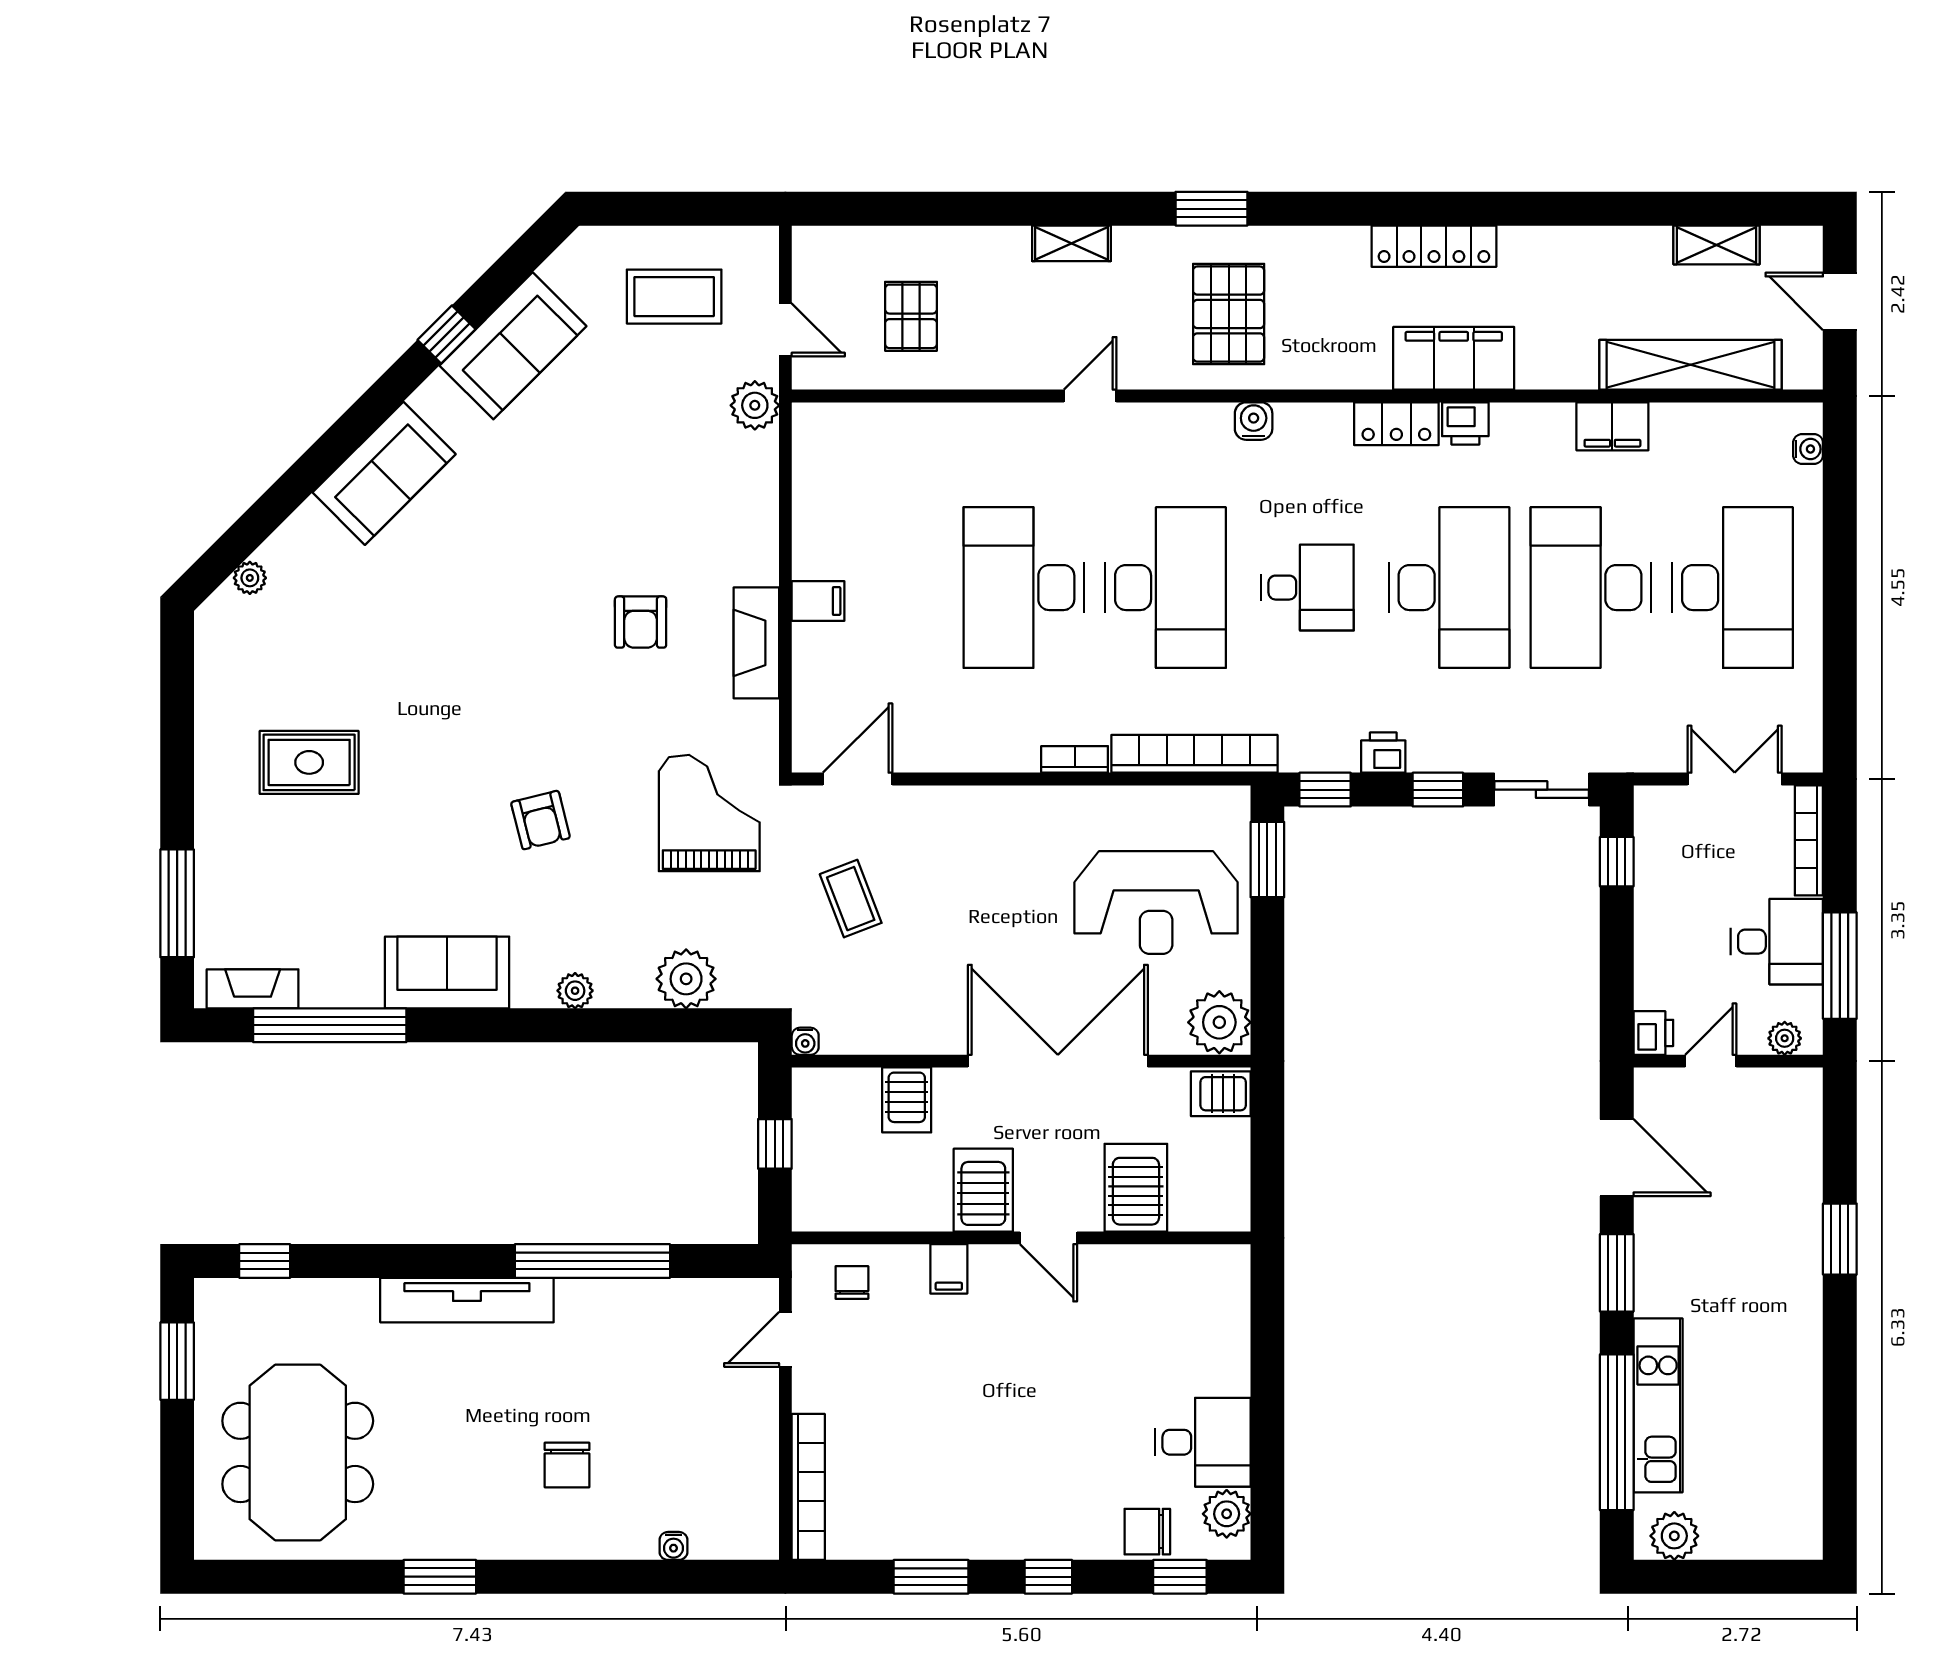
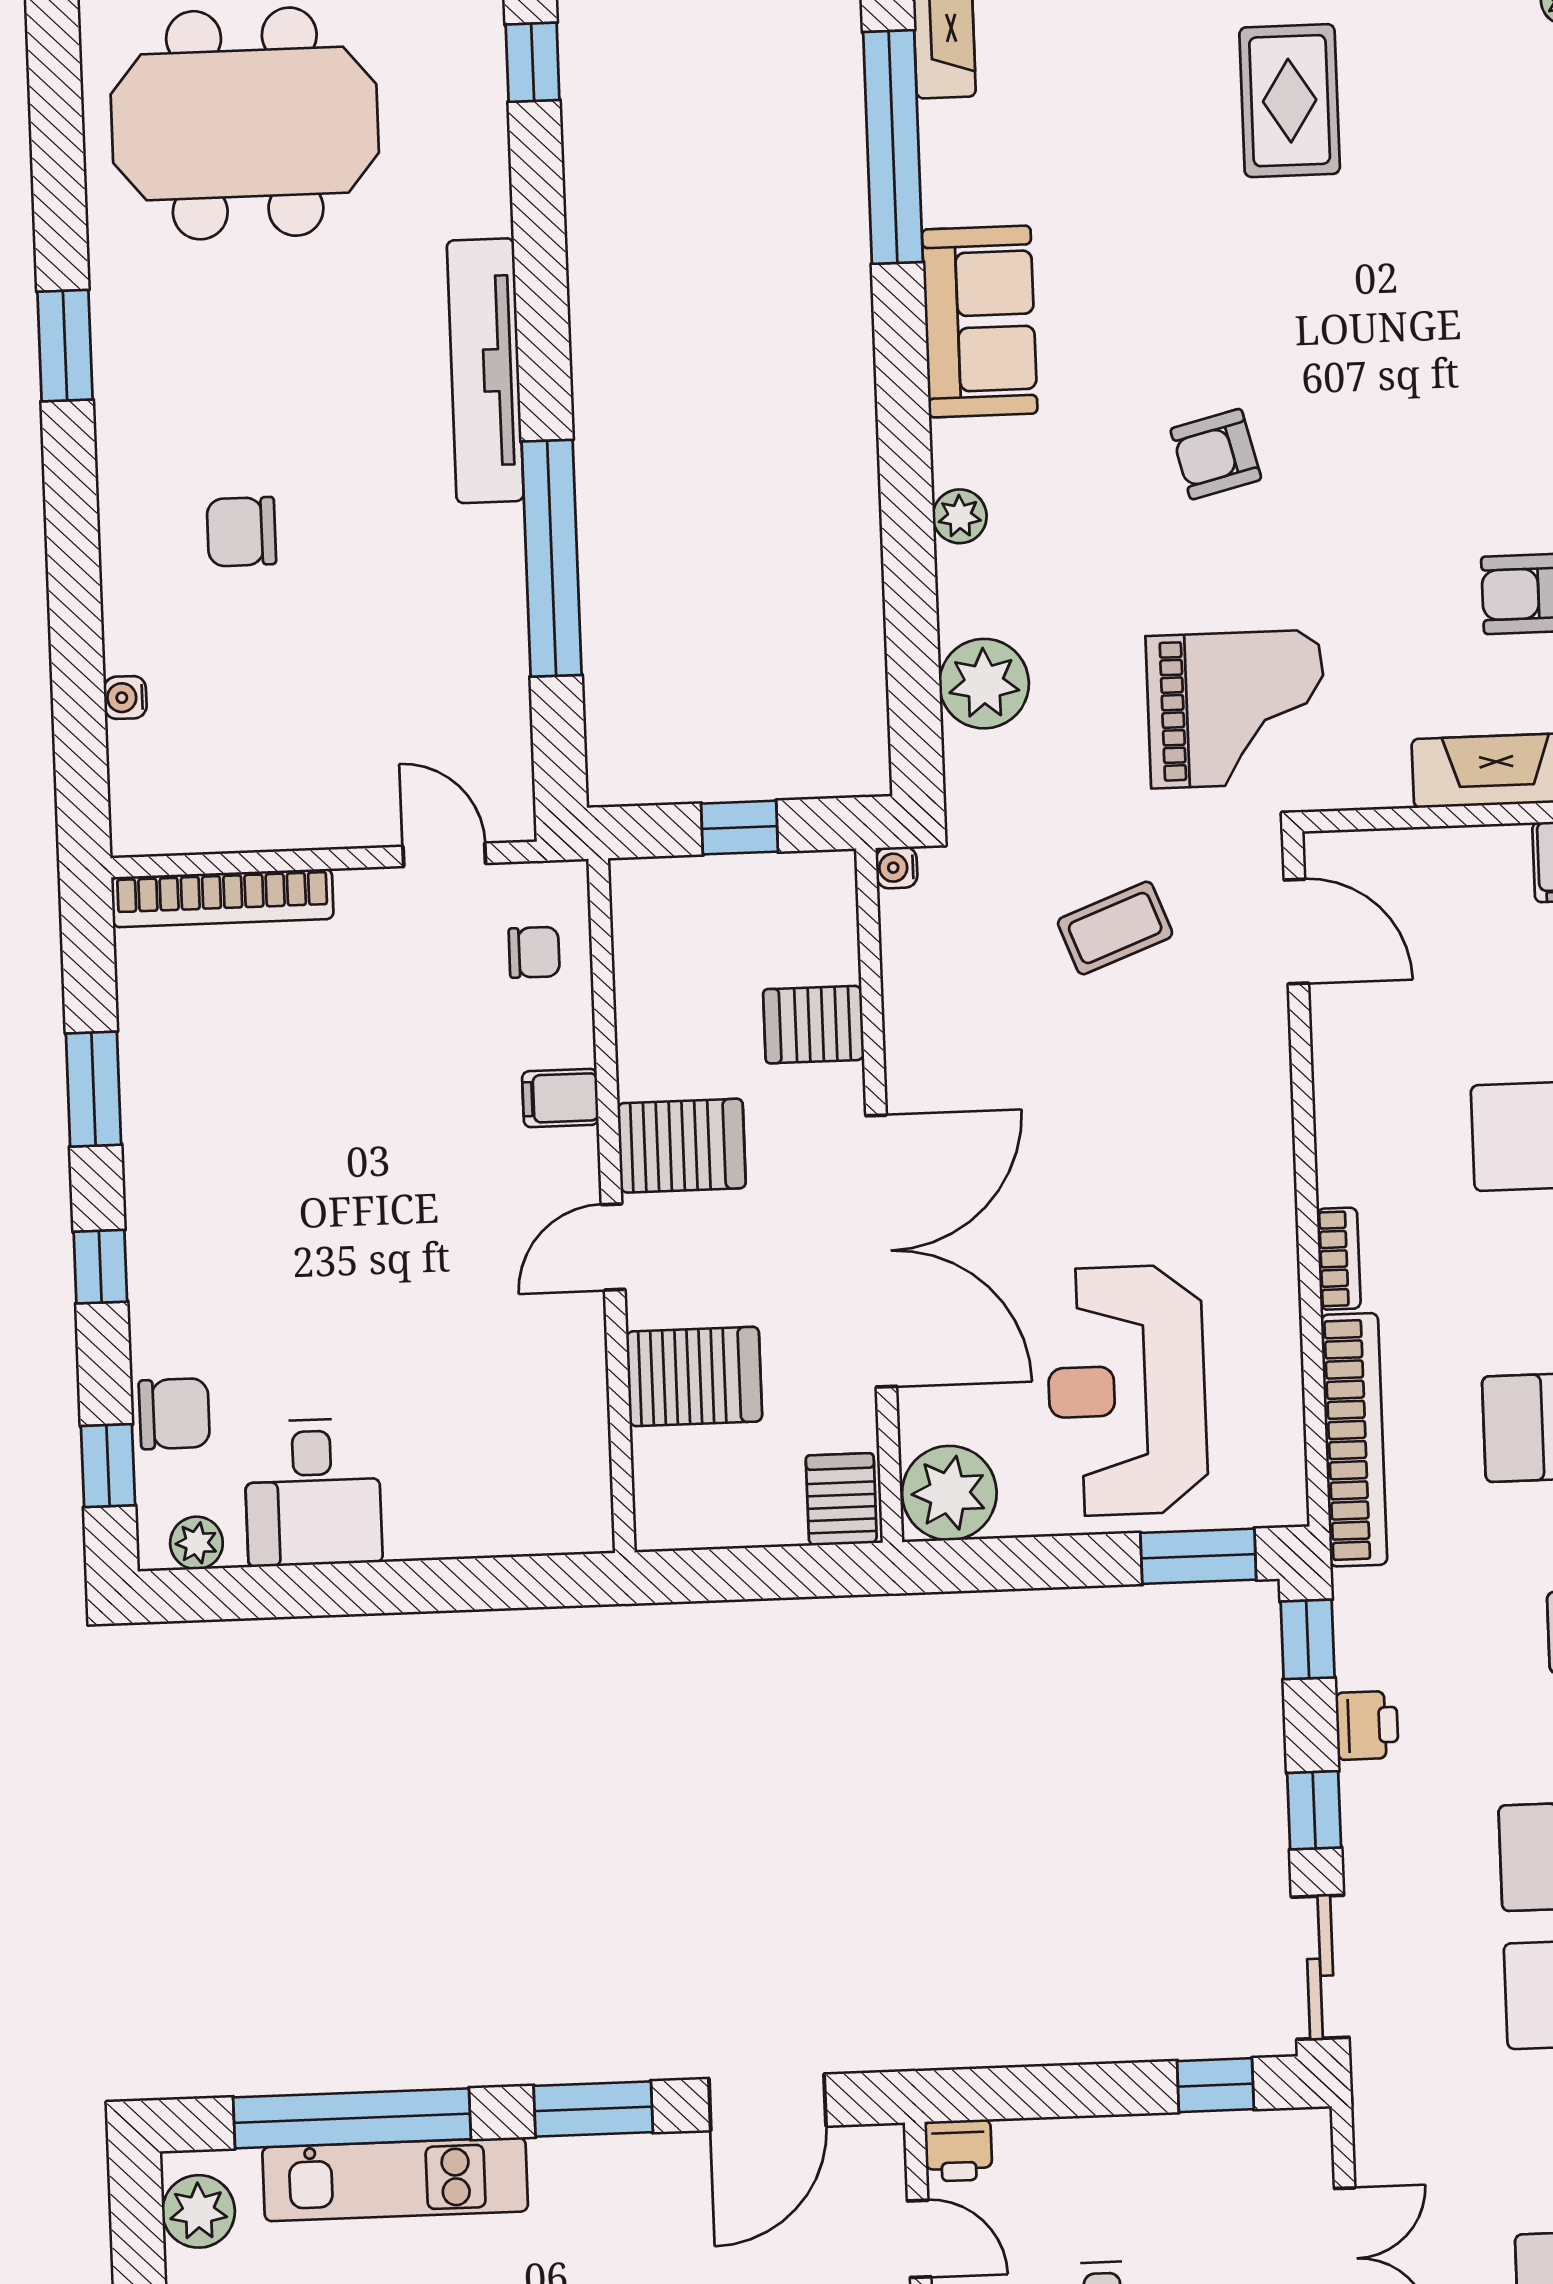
plant: (1227, 1514) -> (196, 1543), width x0.73, depth x0.73
chair: (1147, 1532) -> (174, 1414), turned 90

